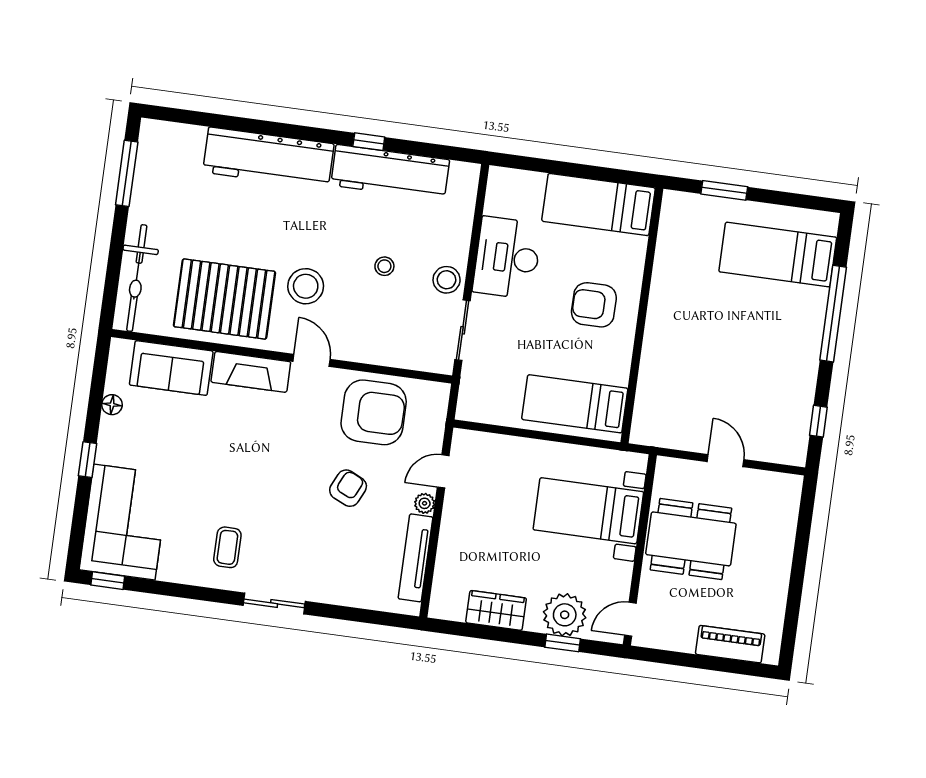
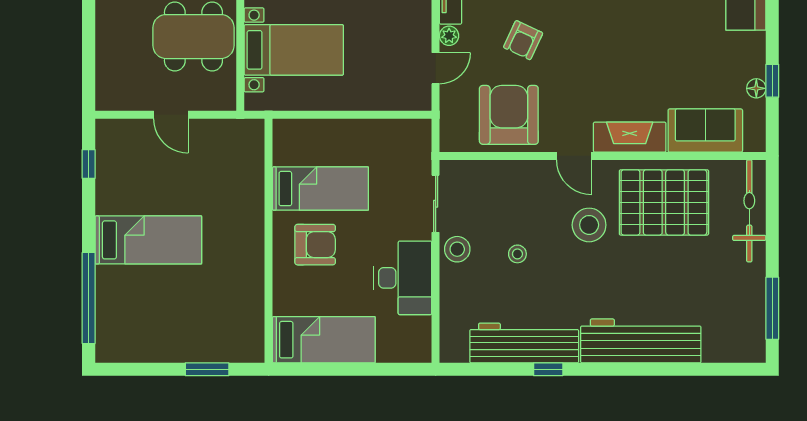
bed: (778, 255) -> (148, 240), moved
window: (833, 314) -> (89, 298), moved
bed: (575, 404) -> (320, 189), moved
armchair: (374, 412) -> (509, 115), turned 90
window: (87, 460) -> (772, 81), moved

